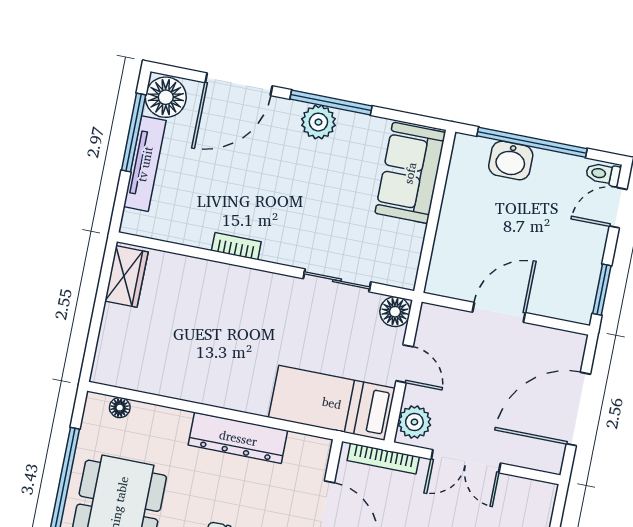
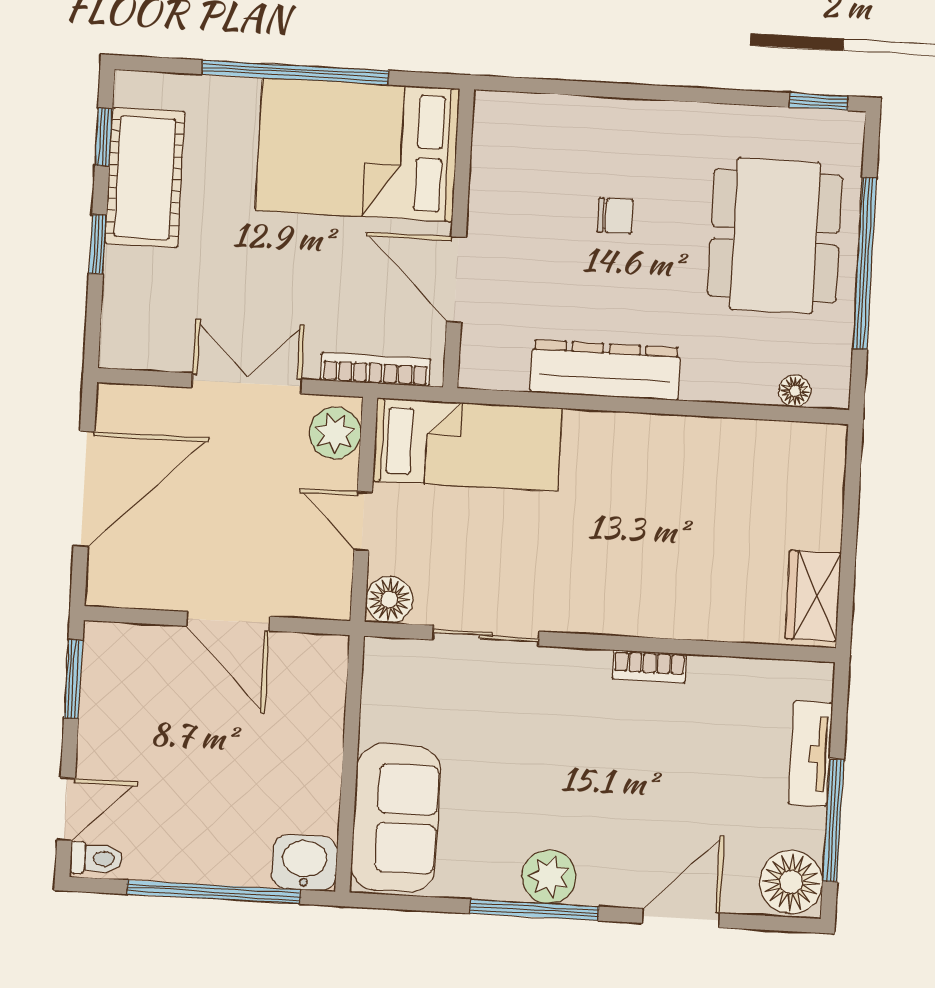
door: (239, 84) -> (681, 918), width x0.73
washbasin: (511, 161) -> (305, 863), moved
tv unit: (145, 164) -> (810, 754), width x0.71
door: (499, 312) -> (228, 621), hinge flipped

